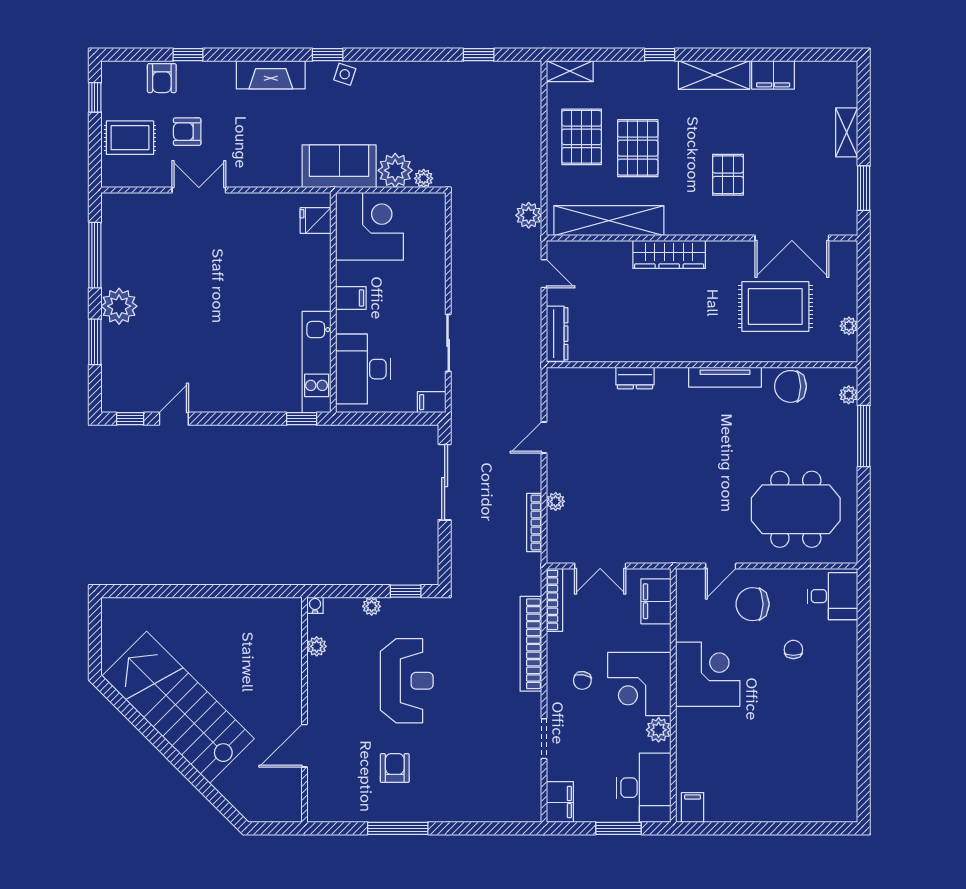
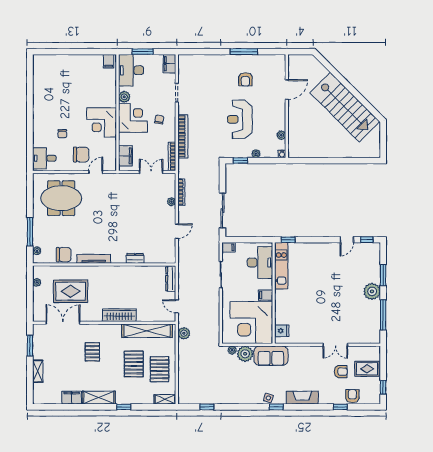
corner desk: (370, 226) -> (251, 322), width x1.36, depth x1.36

